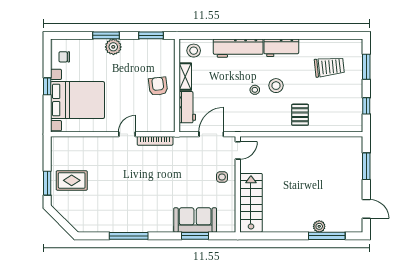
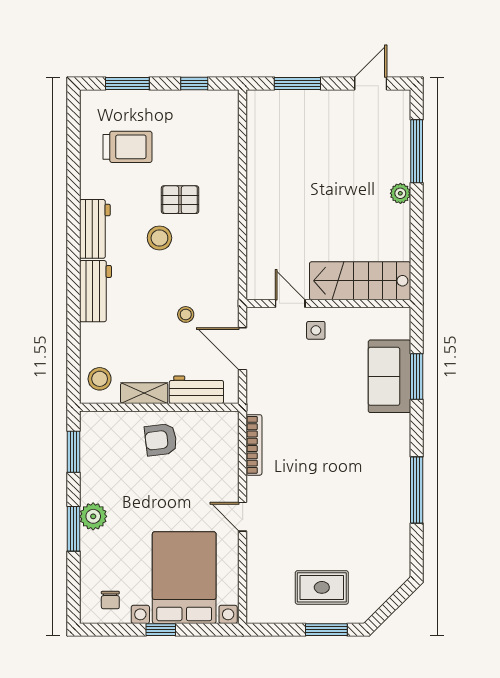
workbench: (238, 48) -> (95, 291), width x0.73
trolley: (329, 67) -> (127, 147), turned 96
stool: (255, 90) -> (186, 314), moved
pallet: (300, 115) -> (180, 200), moved
door: (127, 134) -> (243, 517), moved
door: (238, 150) -> (290, 303), moved
rug: (72, 180) -> (322, 587), turned 90
plant: (319, 226) -> (400, 193), moved

